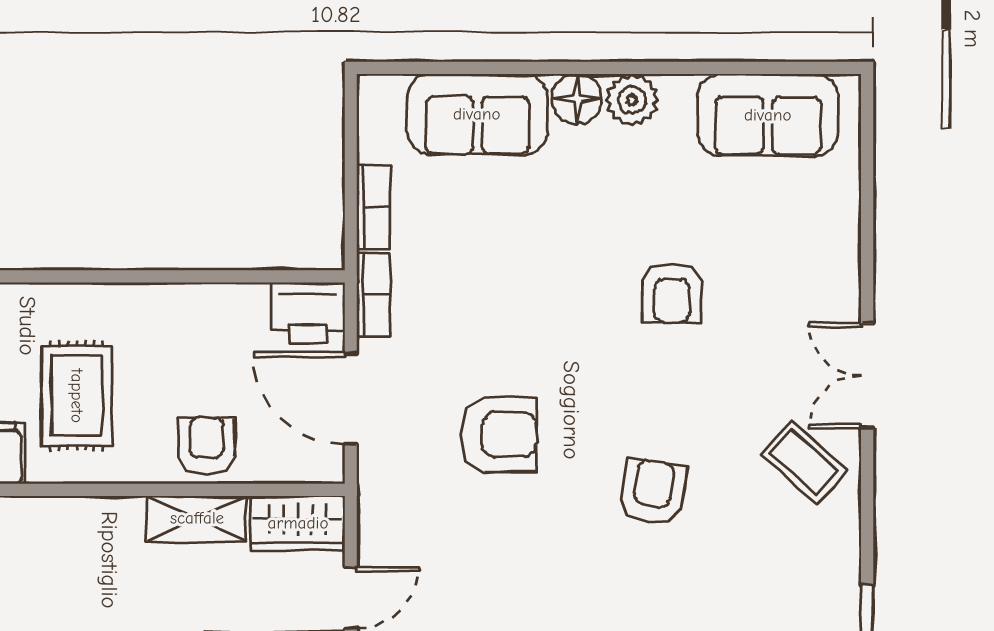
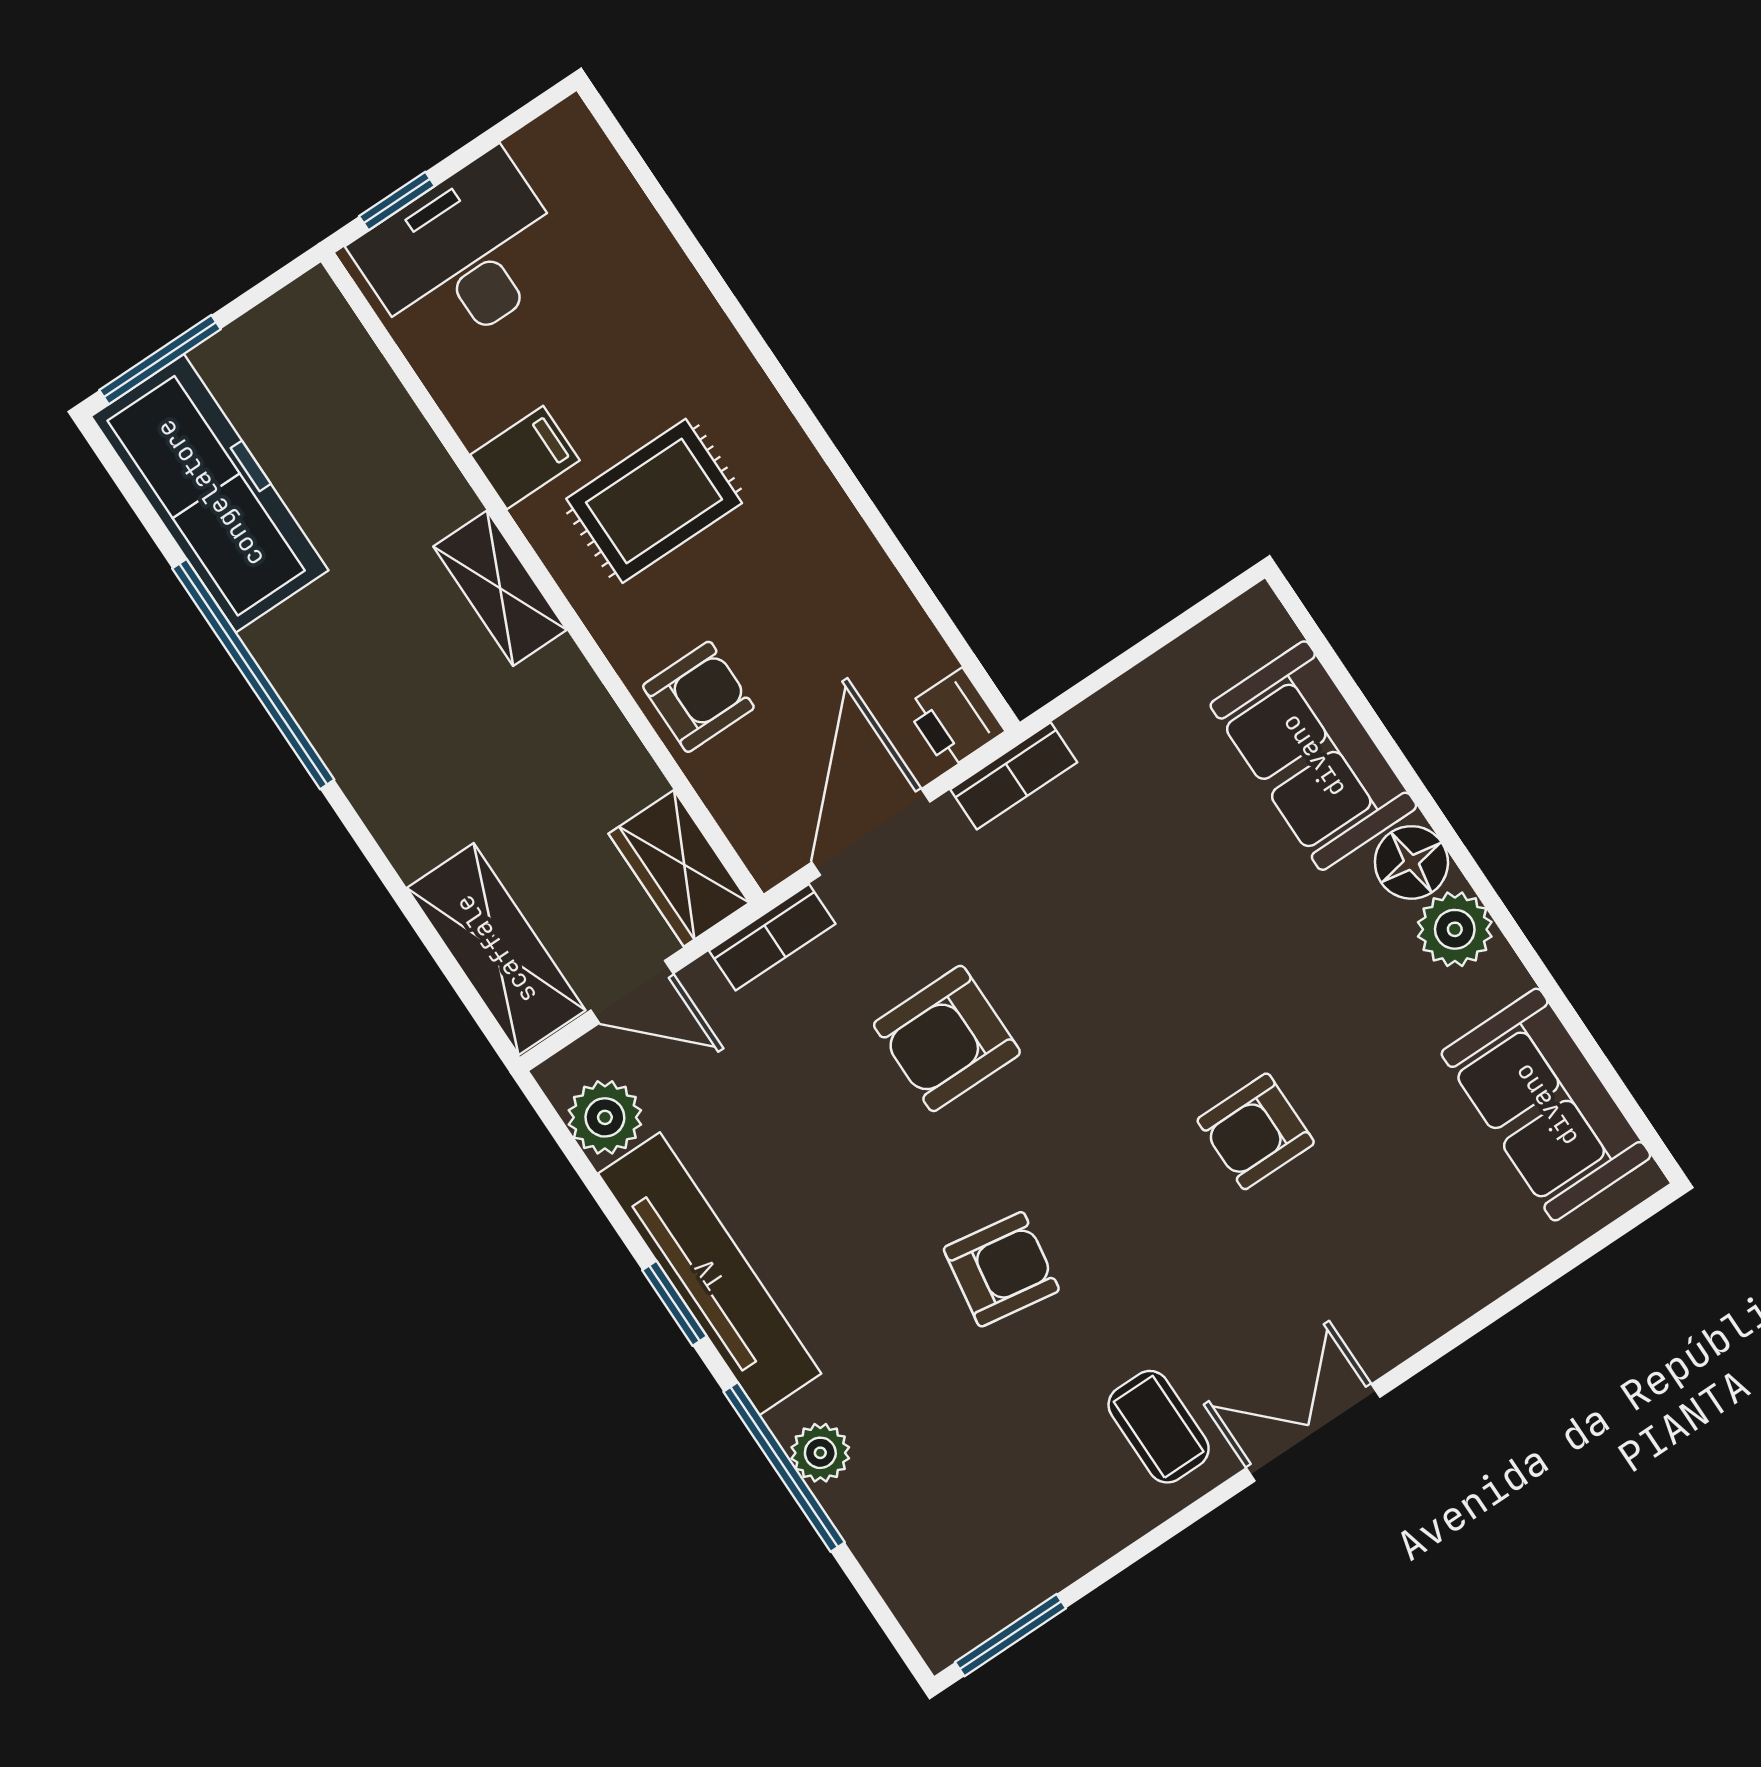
bookcase: (373, 207) -> (772, 937), moved
printer: (308, 313) -> (955, 719), width x0.73, depth x0.81
armchair: (499, 434) -> (947, 1038), turned 90
coffee table: (804, 462) -> (1159, 1427), turned -42
shelving: (197, 518) -> (500, 588), moved

